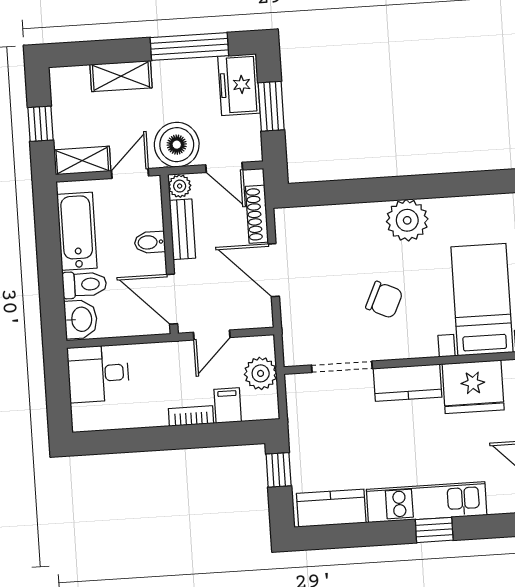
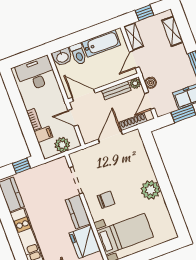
shelving: (121, 76) -> (172, 31), moved
boiler: (177, 145) -> (151, 83), width x0.54, depth x0.54
door: (130, 173) -> (134, 60), swing flipped
bidet: (150, 242) -> (106, 78), removed
door: (172, 299) -> (84, 95), hinge flipped
chair: (384, 300) -> (106, 200), moved, turned -115
desk: (98, 374) -> (36, 74), width x1.37
window: (434, 530) -> (15, 244), removed

